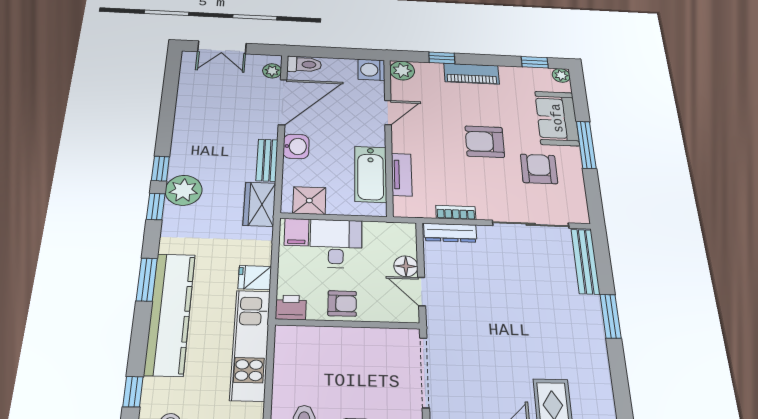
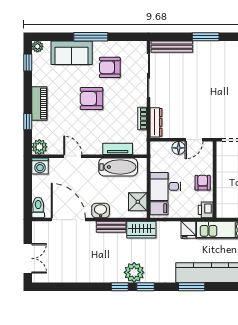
plant: (272, 71) -> (44, 227), removed
armchair: (485, 142) -> (91, 99), turned 90

